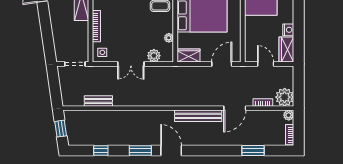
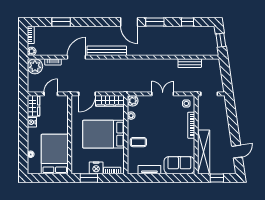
wardrobe: (189, 55) -> (110, 101), width x1.50
plant: (154, 56) -> (133, 101), moved
door: (266, 64) -> (51, 94), swing flipped

